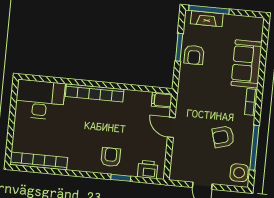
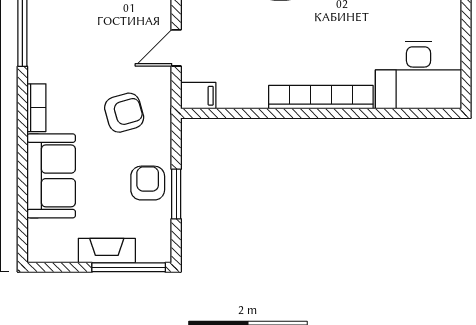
fireplace: (207, 19) -> (107, 251), moved
door: (171, 127) -> (176, 48), swing flipped
armchair: (223, 137) -> (124, 113), moved

